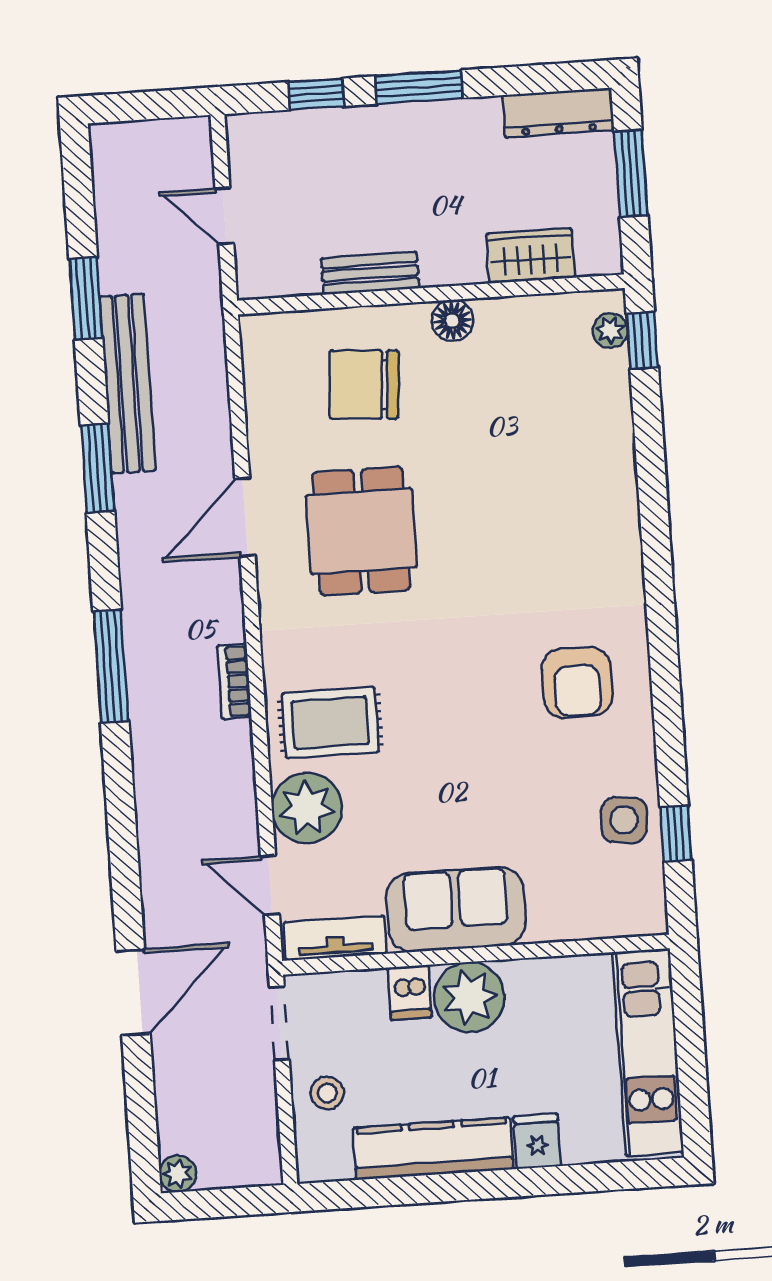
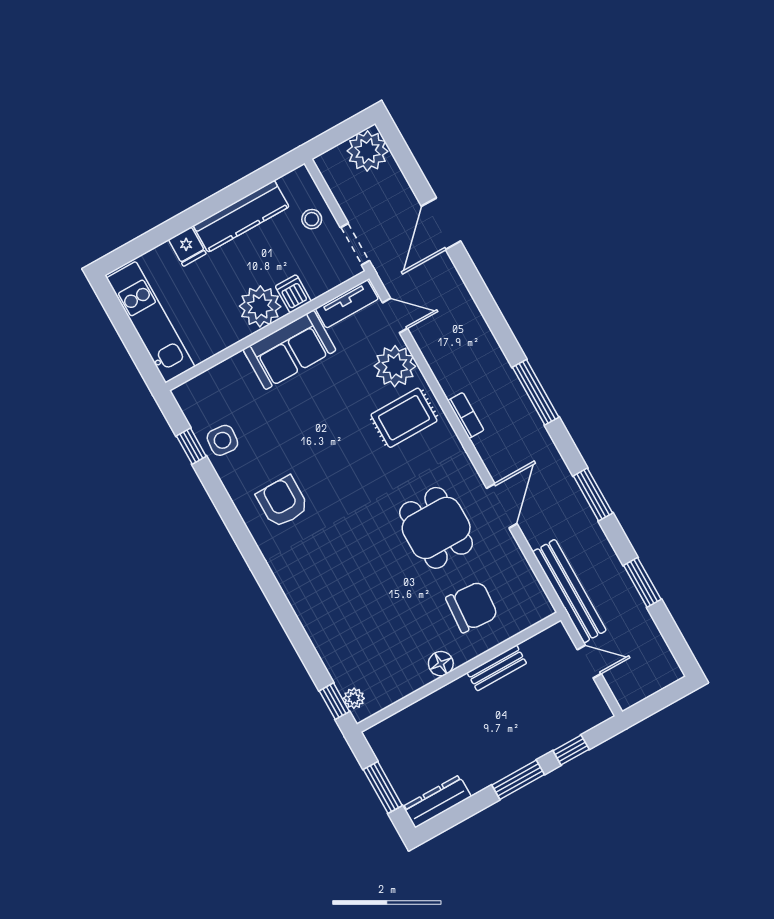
wardrobe: (530, 256) -> (416, 718), removed
bench: (128, 384) -> (569, 591), moved
plant: (178, 1174) -> (367, 151), width x1.88, depth x1.88

